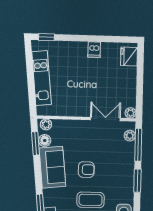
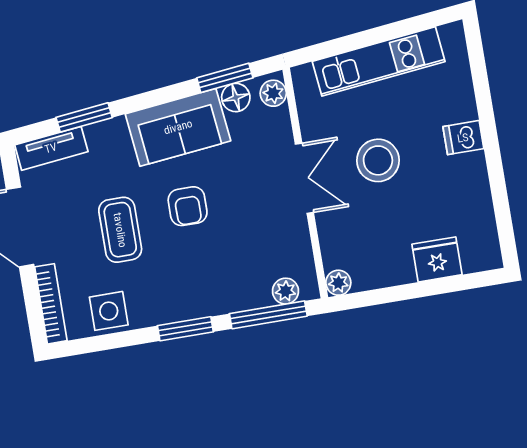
window: (47, 37) -> (476, 54), removed
dishwasher: (94, 50) -> (463, 138), moved
fridge: (129, 56) -> (437, 259), moved
stool: (83, 86) -> (378, 160), added
double door: (105, 119) -> (304, 178), moved

